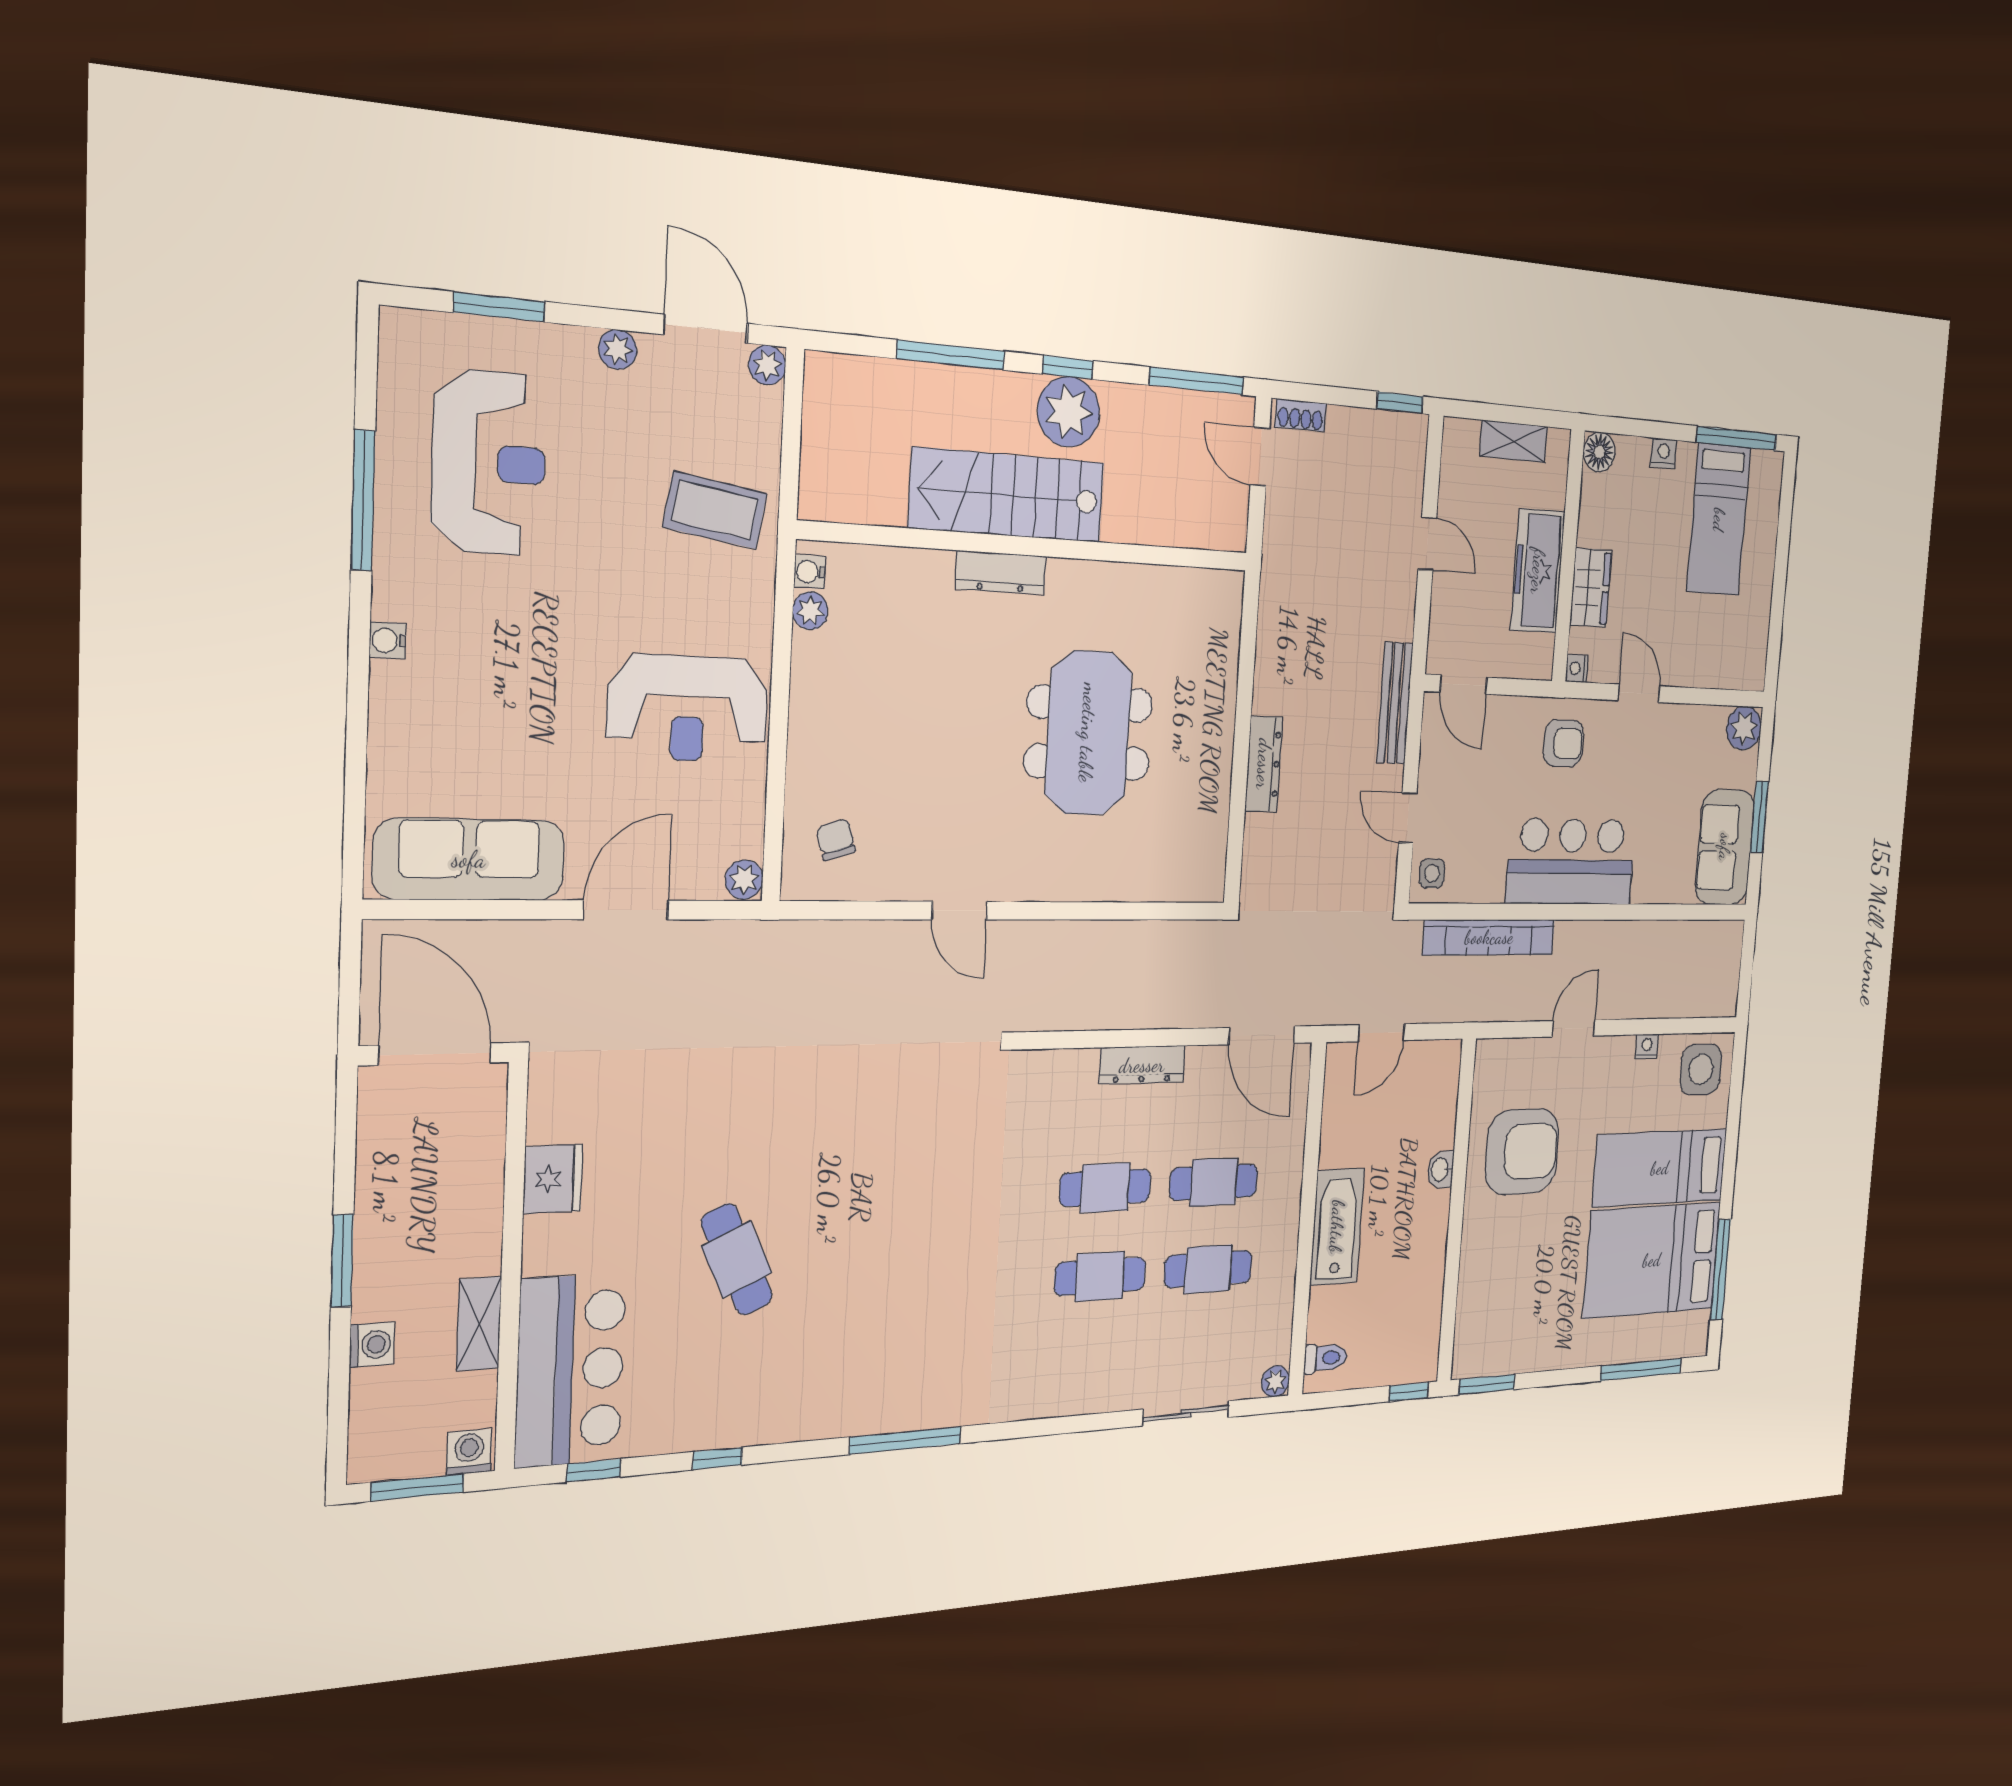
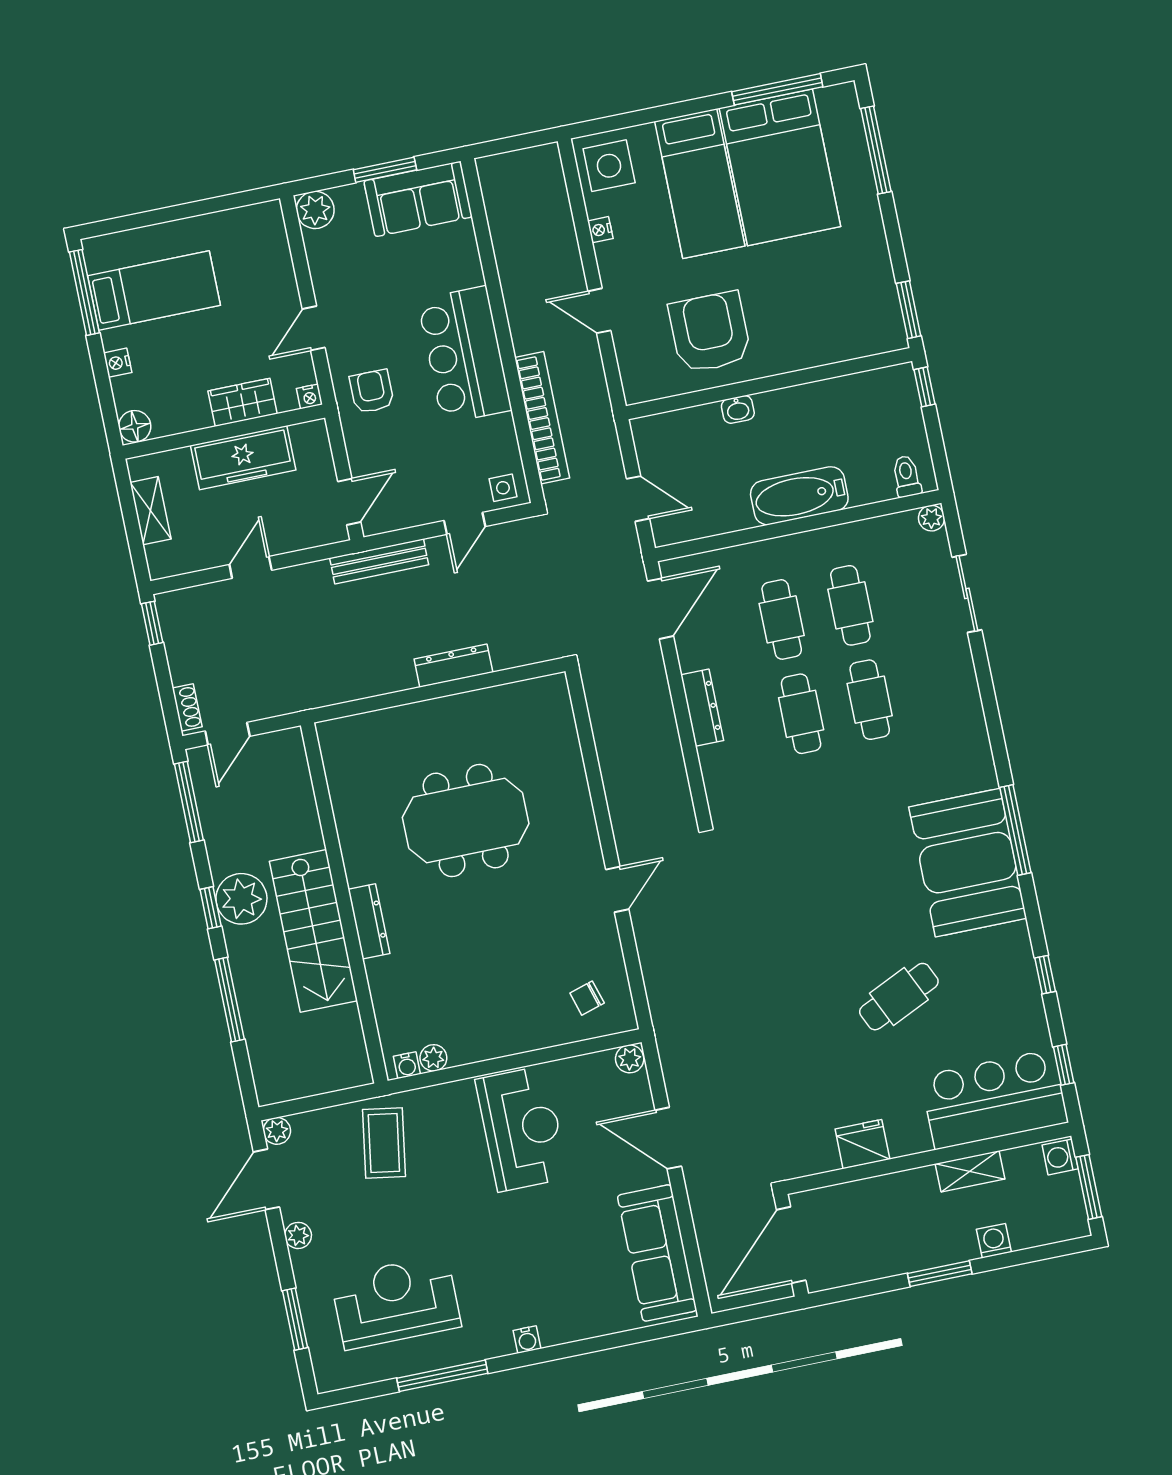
booth: (881, 1374) -> (968, 863), added

